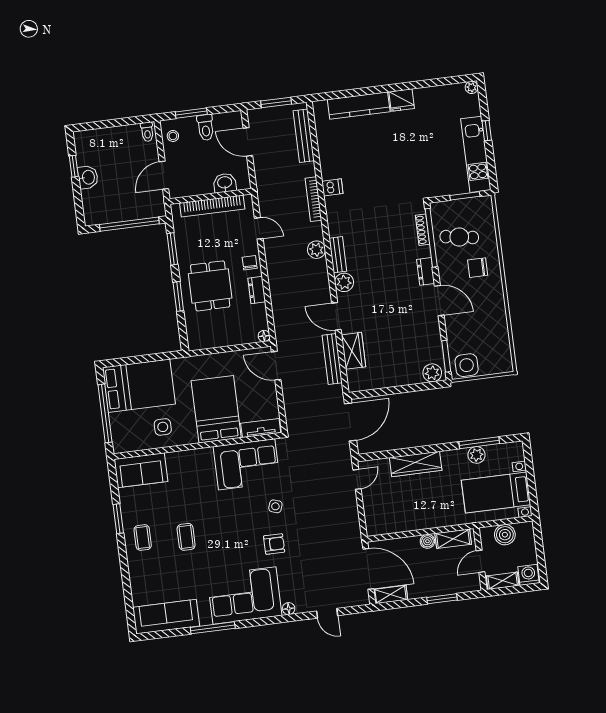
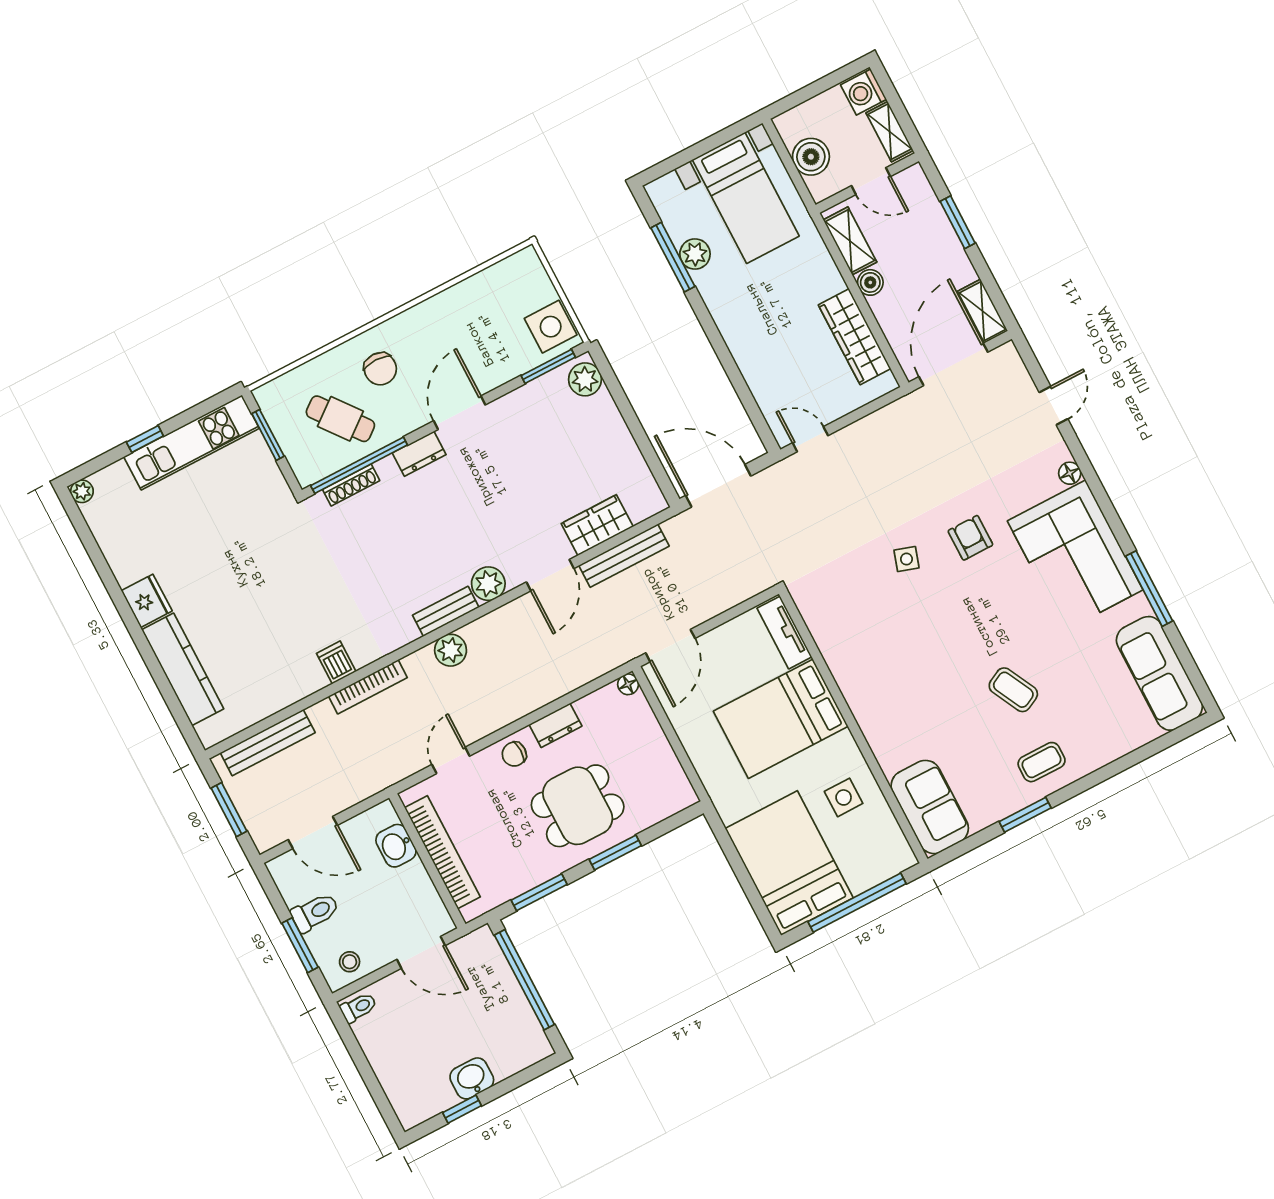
door: (248, 142) -> (313, 832), hinge flipped
cafe table: (459, 237) -> (340, 419), turned -47
corner sofa: (247, 464) -> (854, 633), removed
wardrobe: (416, 464) -> (855, 337), moved, turned 180
coffee table: (186, 537) -> (1013, 690), turned 63

